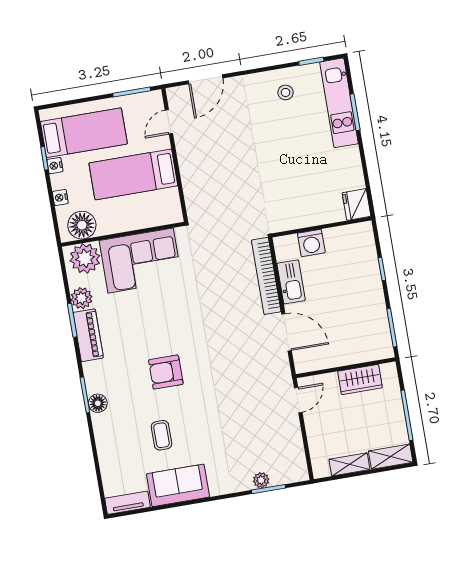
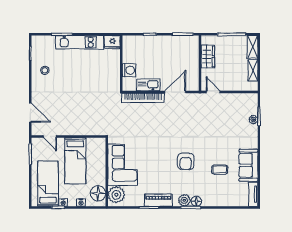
kitchen unit: (339, 103) -> (80, 42), moved
plant: (81, 298) -> (184, 200), moved

